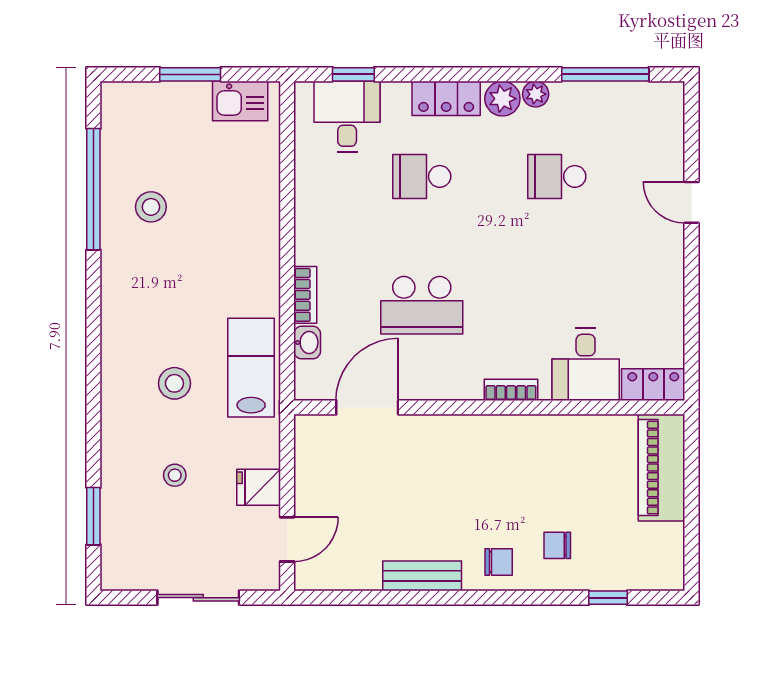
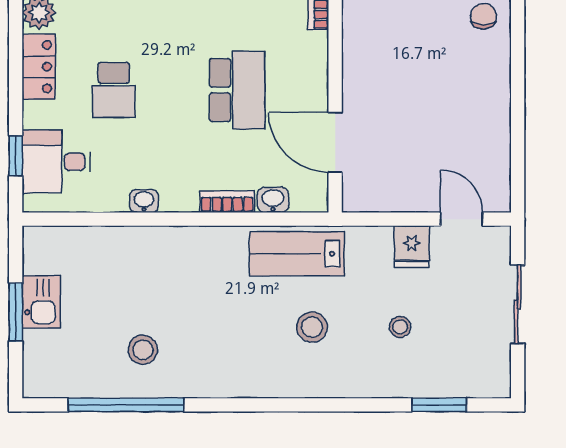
kitchen sink: (240, 101) -> (41, 302), moved
washbasin: (306, 208) -> (144, 201), added
bench: (422, 576) -> (497, 90), removed

